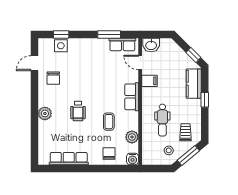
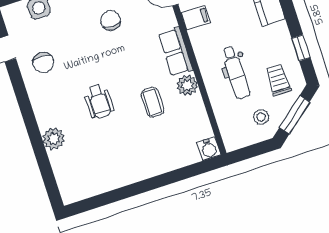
window: (205, 100) -> (301, 48), moved
plant: (45, 113) -> (54, 139), moved
plant: (132, 137) -> (187, 85), moved
chair: (109, 154) -> (110, 20), moved
row of seats: (69, 159) -> (109, 181), removed

